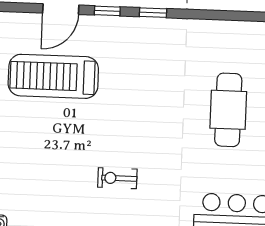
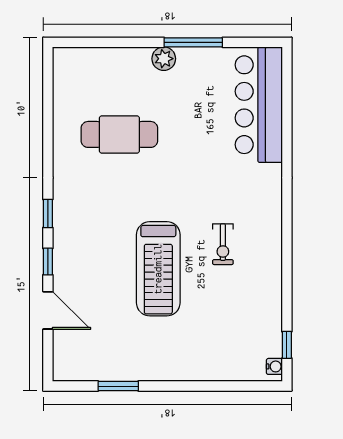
treadmill: (53, 76) -> (158, 269), moved
cafe table: (228, 110) -> (119, 134), moved

